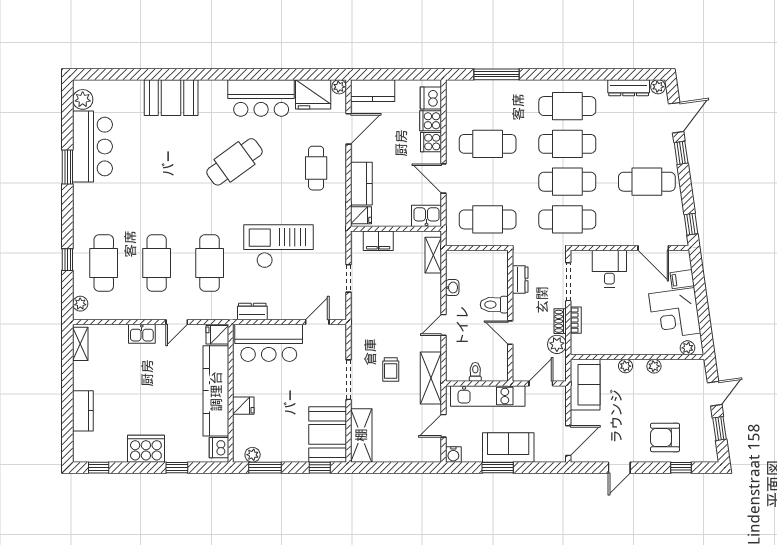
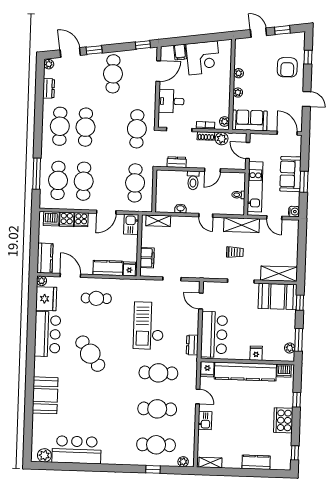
dresser: (629, 88) -> (49, 88), width x0.70
window: (67, 167) -> (90, 467), removed
cafe table: (567, 182) -> (58, 180), moved
plant: (687, 348) -> (224, 122), moved

